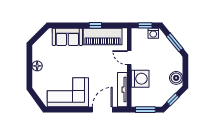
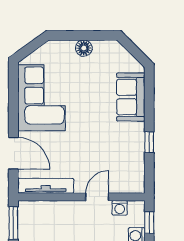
piano: (103, 37) -> (131, 154), removed
washing machine: (140, 79) -> (120, 208), moved, width x0.53, depth x0.53

